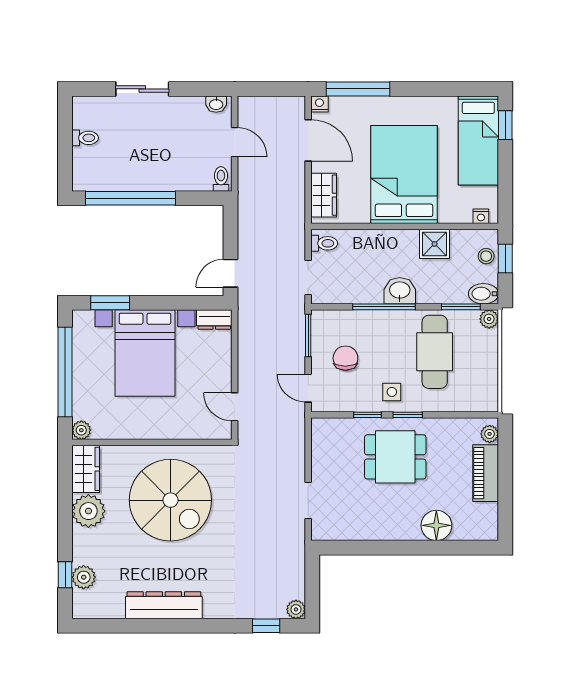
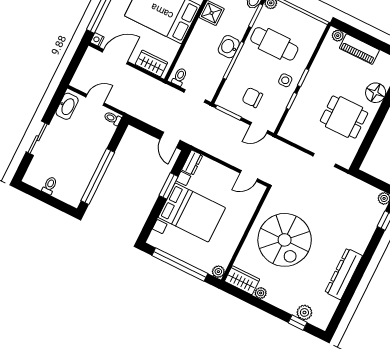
washbasin: (216, 104) -> (67, 106), width x1.91, depth x1.45
window: (110, 303) -> (169, 186), moved
dining table: (395, 457) -> (344, 117), moved, turned 90
spiral stairs: (170, 500) -> (285, 240), turned 90
plant: (88, 511) -> (261, 293), width x0.53, depth x0.53

